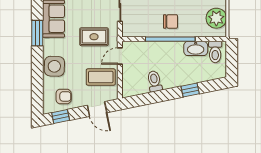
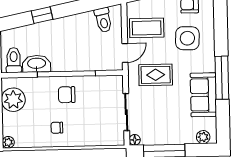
window: (37, 33) -> (222, 78), width x1.44
side table: (54, 66) -> (187, 38), moved
toilet: (154, 81) -> (103, 20), moved

